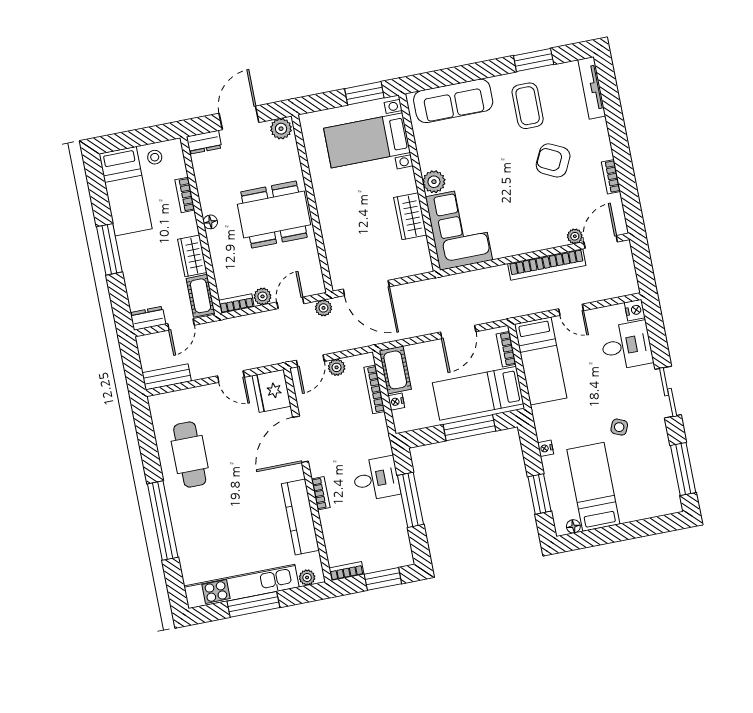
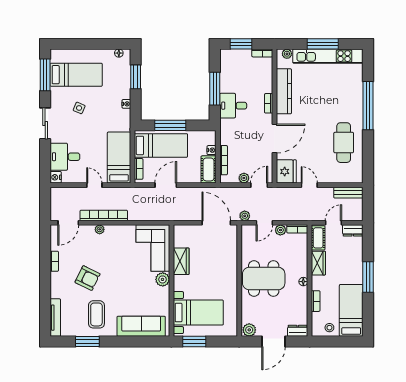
plant: (575, 236) -> (100, 229), moved
bed: (593, 487) -> (76, 75), moved, turned -90

